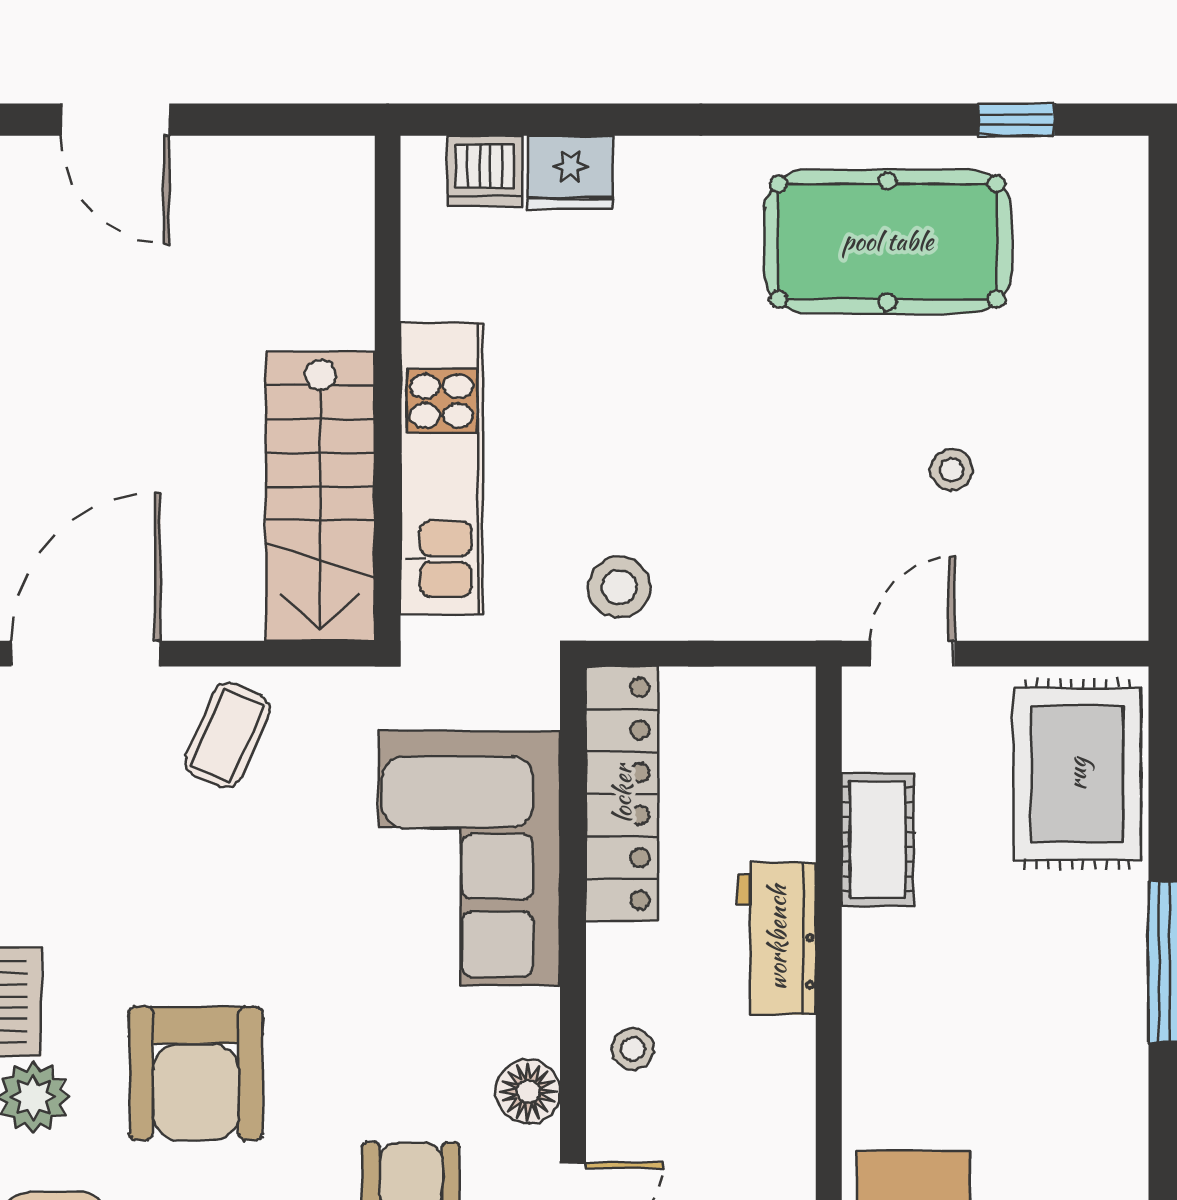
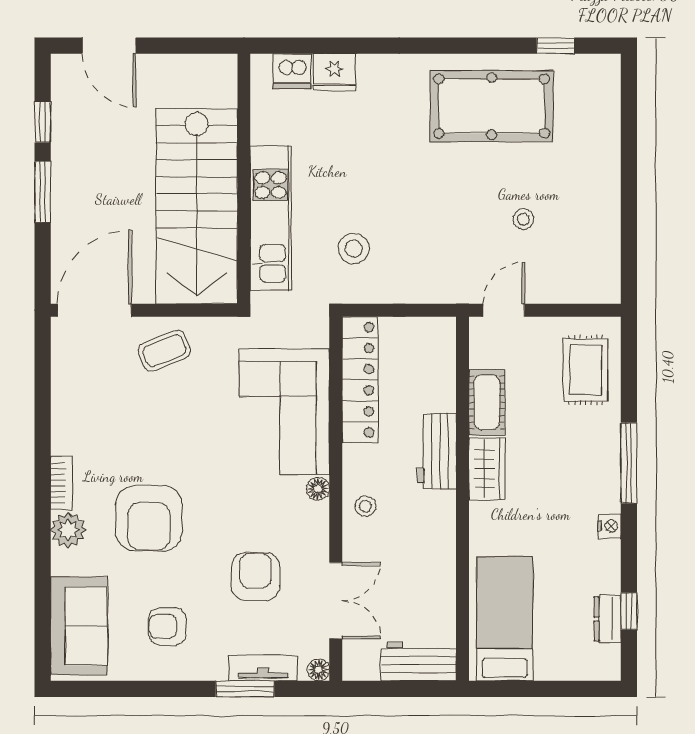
stairs: (320, 496) -> (197, 206), width x1.36, depth x1.51
stool: (619, 587) -> (354, 249), moved
coffee table: (227, 735) -> (164, 351), turned 44
rug: (1077, 774) -> (586, 370), width x0.73, depth x0.70
wardrobe: (878, 974) -> (487, 469), added
nightstand: (1126, 1089) -> (610, 526), added
floor lamp: (528, 1091) -> (318, 489), moved, width x0.73, depth x0.73

